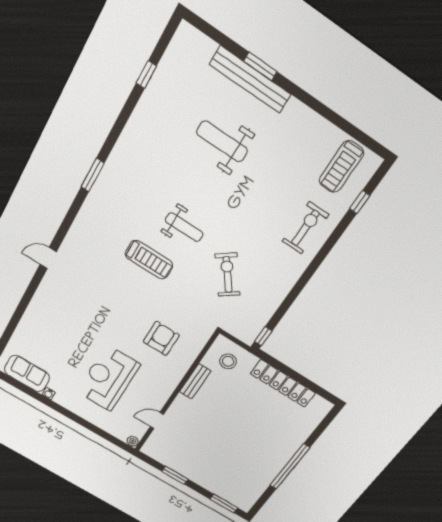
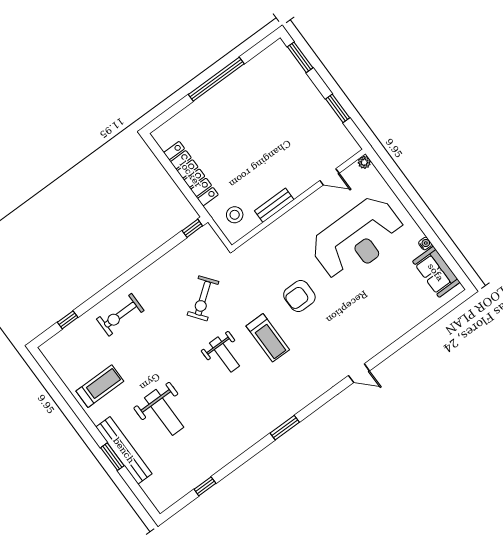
treadmill: (341, 167) -> (100, 386), moved
weight bench: (184, 227) -> (224, 355), turned 180
treadmill: (149, 260) -> (268, 338), turned 180
armchair: (161, 338) -> (299, 296), moved
reception desk: (108, 378) -> (358, 238), width x1.36, depth x1.30

